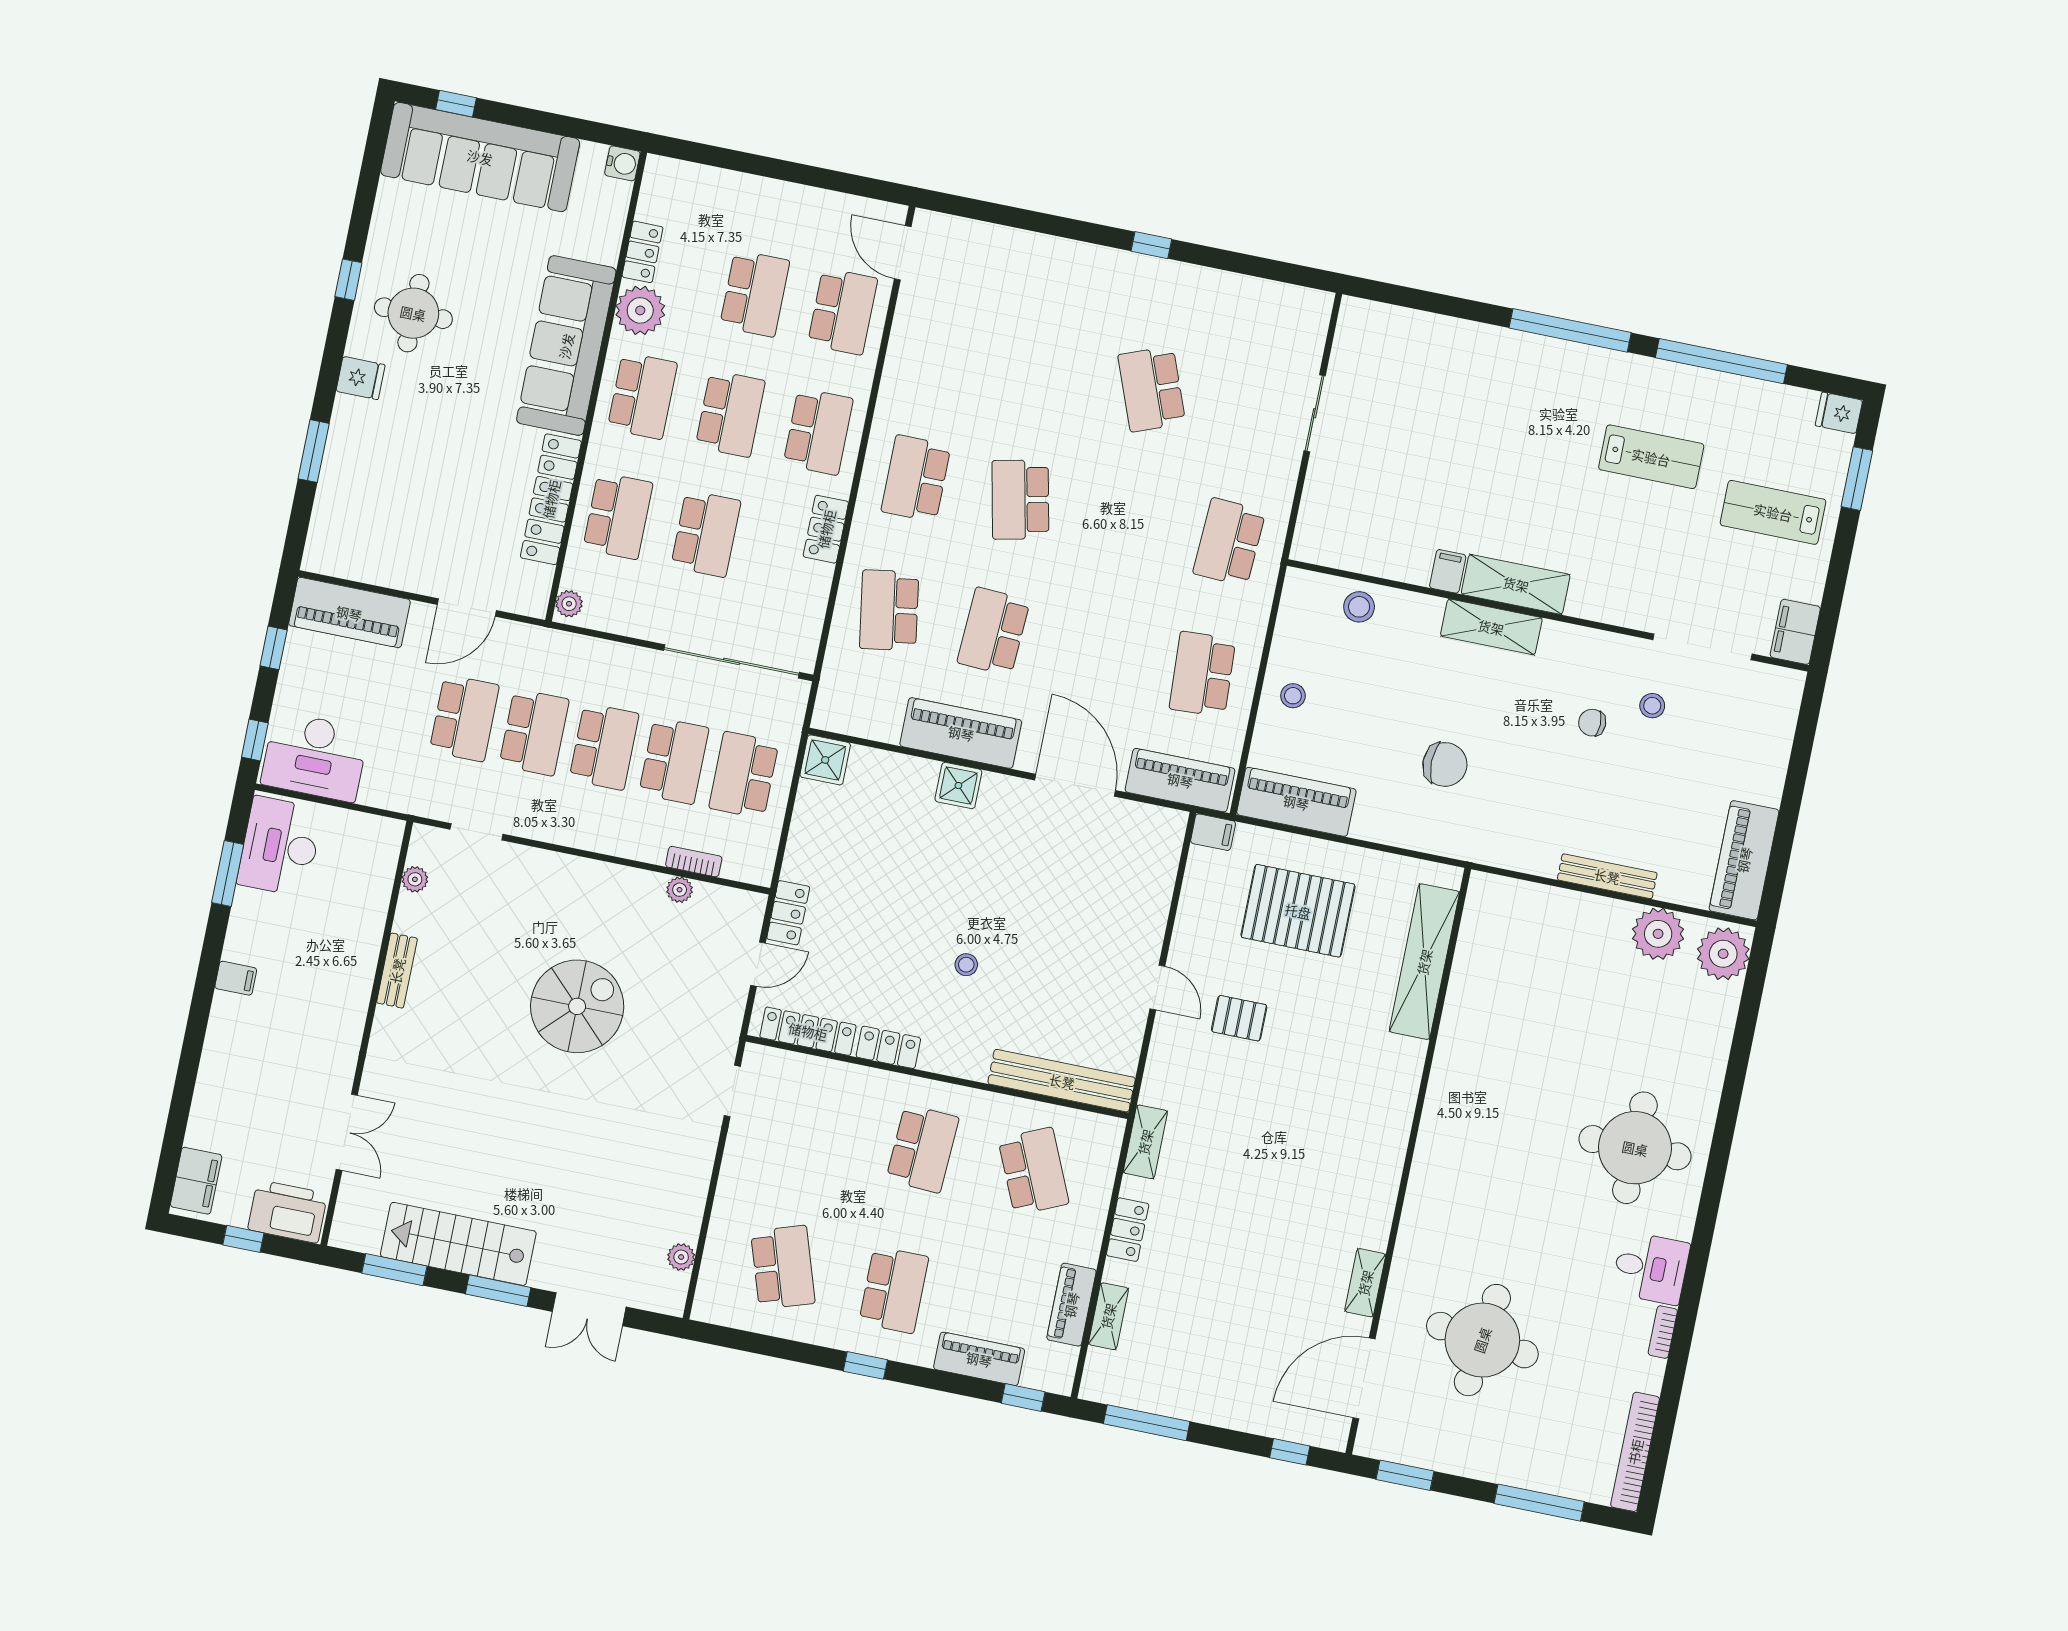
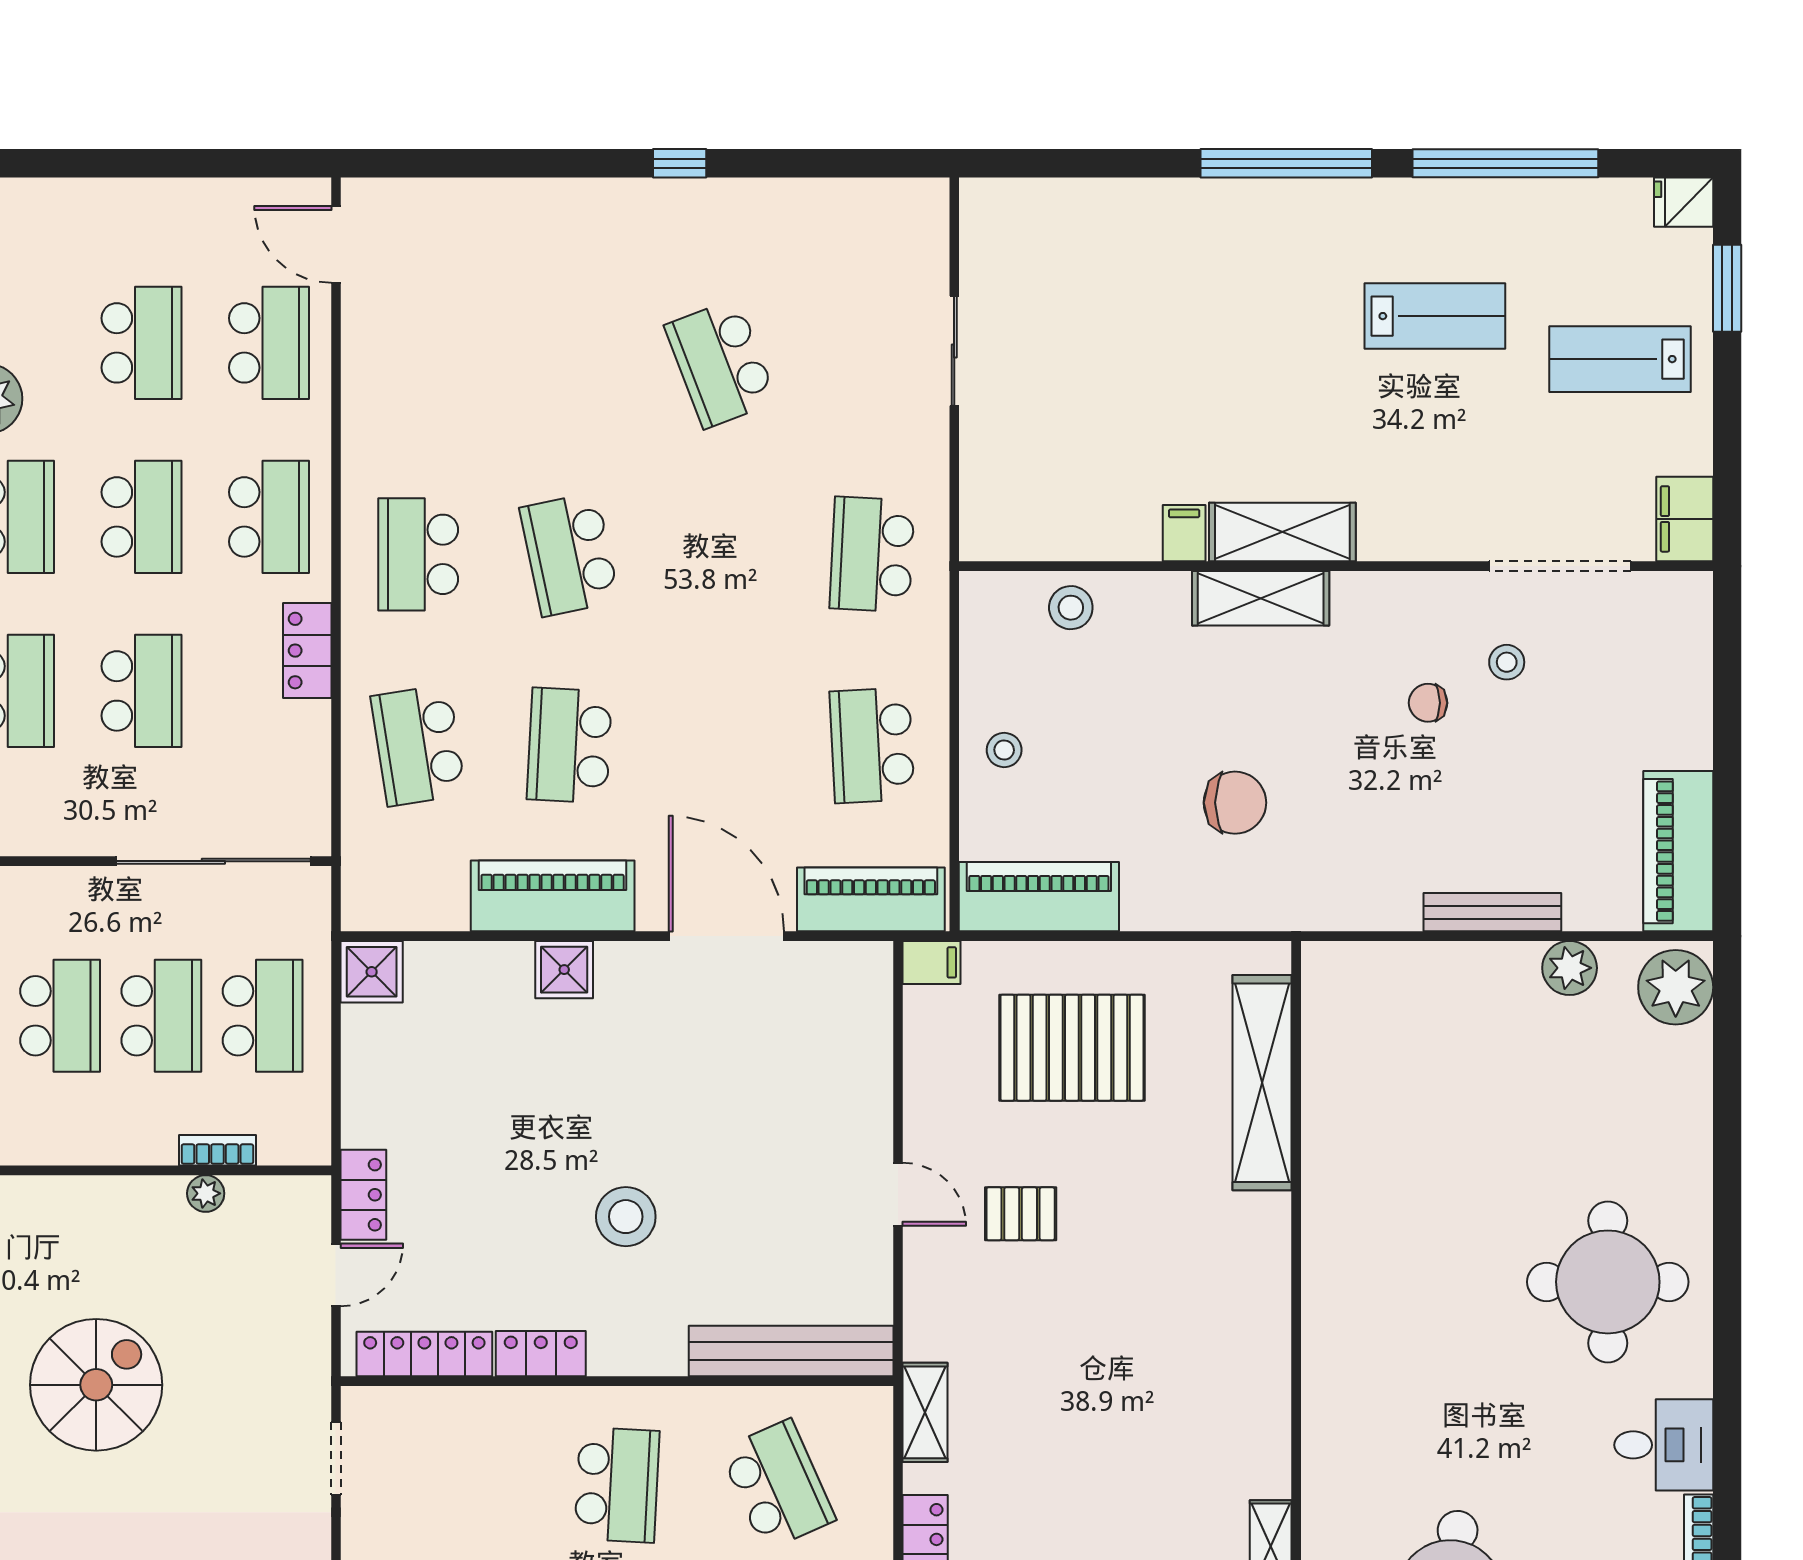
school desk: (744, 775) -> (263, 1016), turned 180
plant: (1658, 934) -> (1570, 968), width x0.73, depth x0.73
stool: (966, 965) -> (626, 1217), width x1.89, depth x1.89

